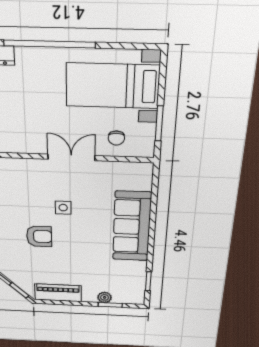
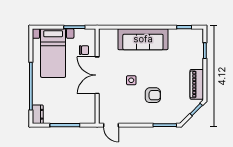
double door: (71, 157) -> (97, 75), width x1.37
armchair: (39, 236) -> (153, 95), turned 90
plant: (105, 297) -> (199, 54), removed

